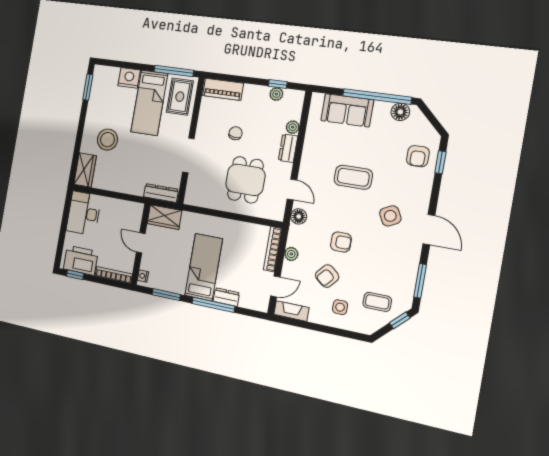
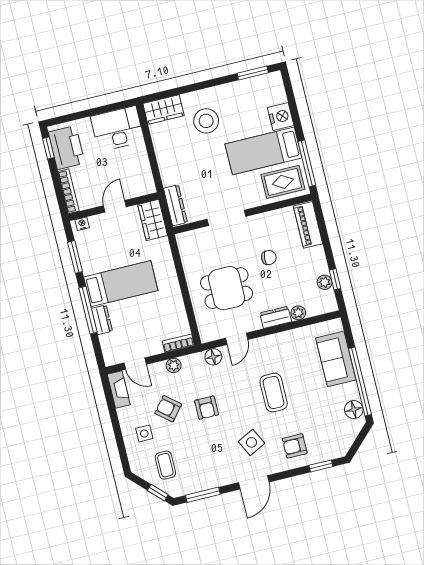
armchair: (418, 156) -> (295, 446), moved
bookcase: (273, 249) -> (178, 343), width x0.64

